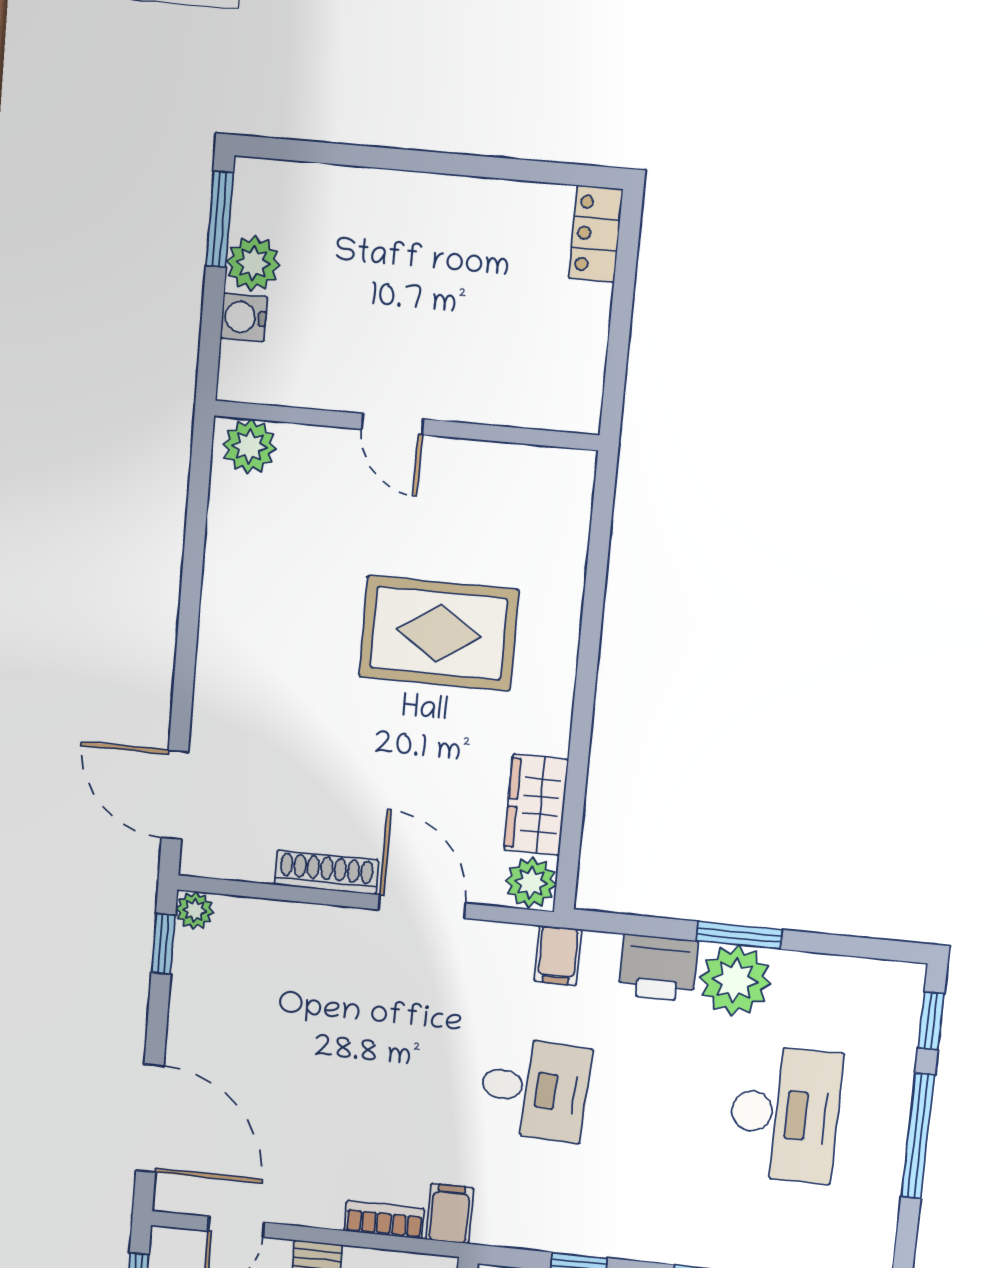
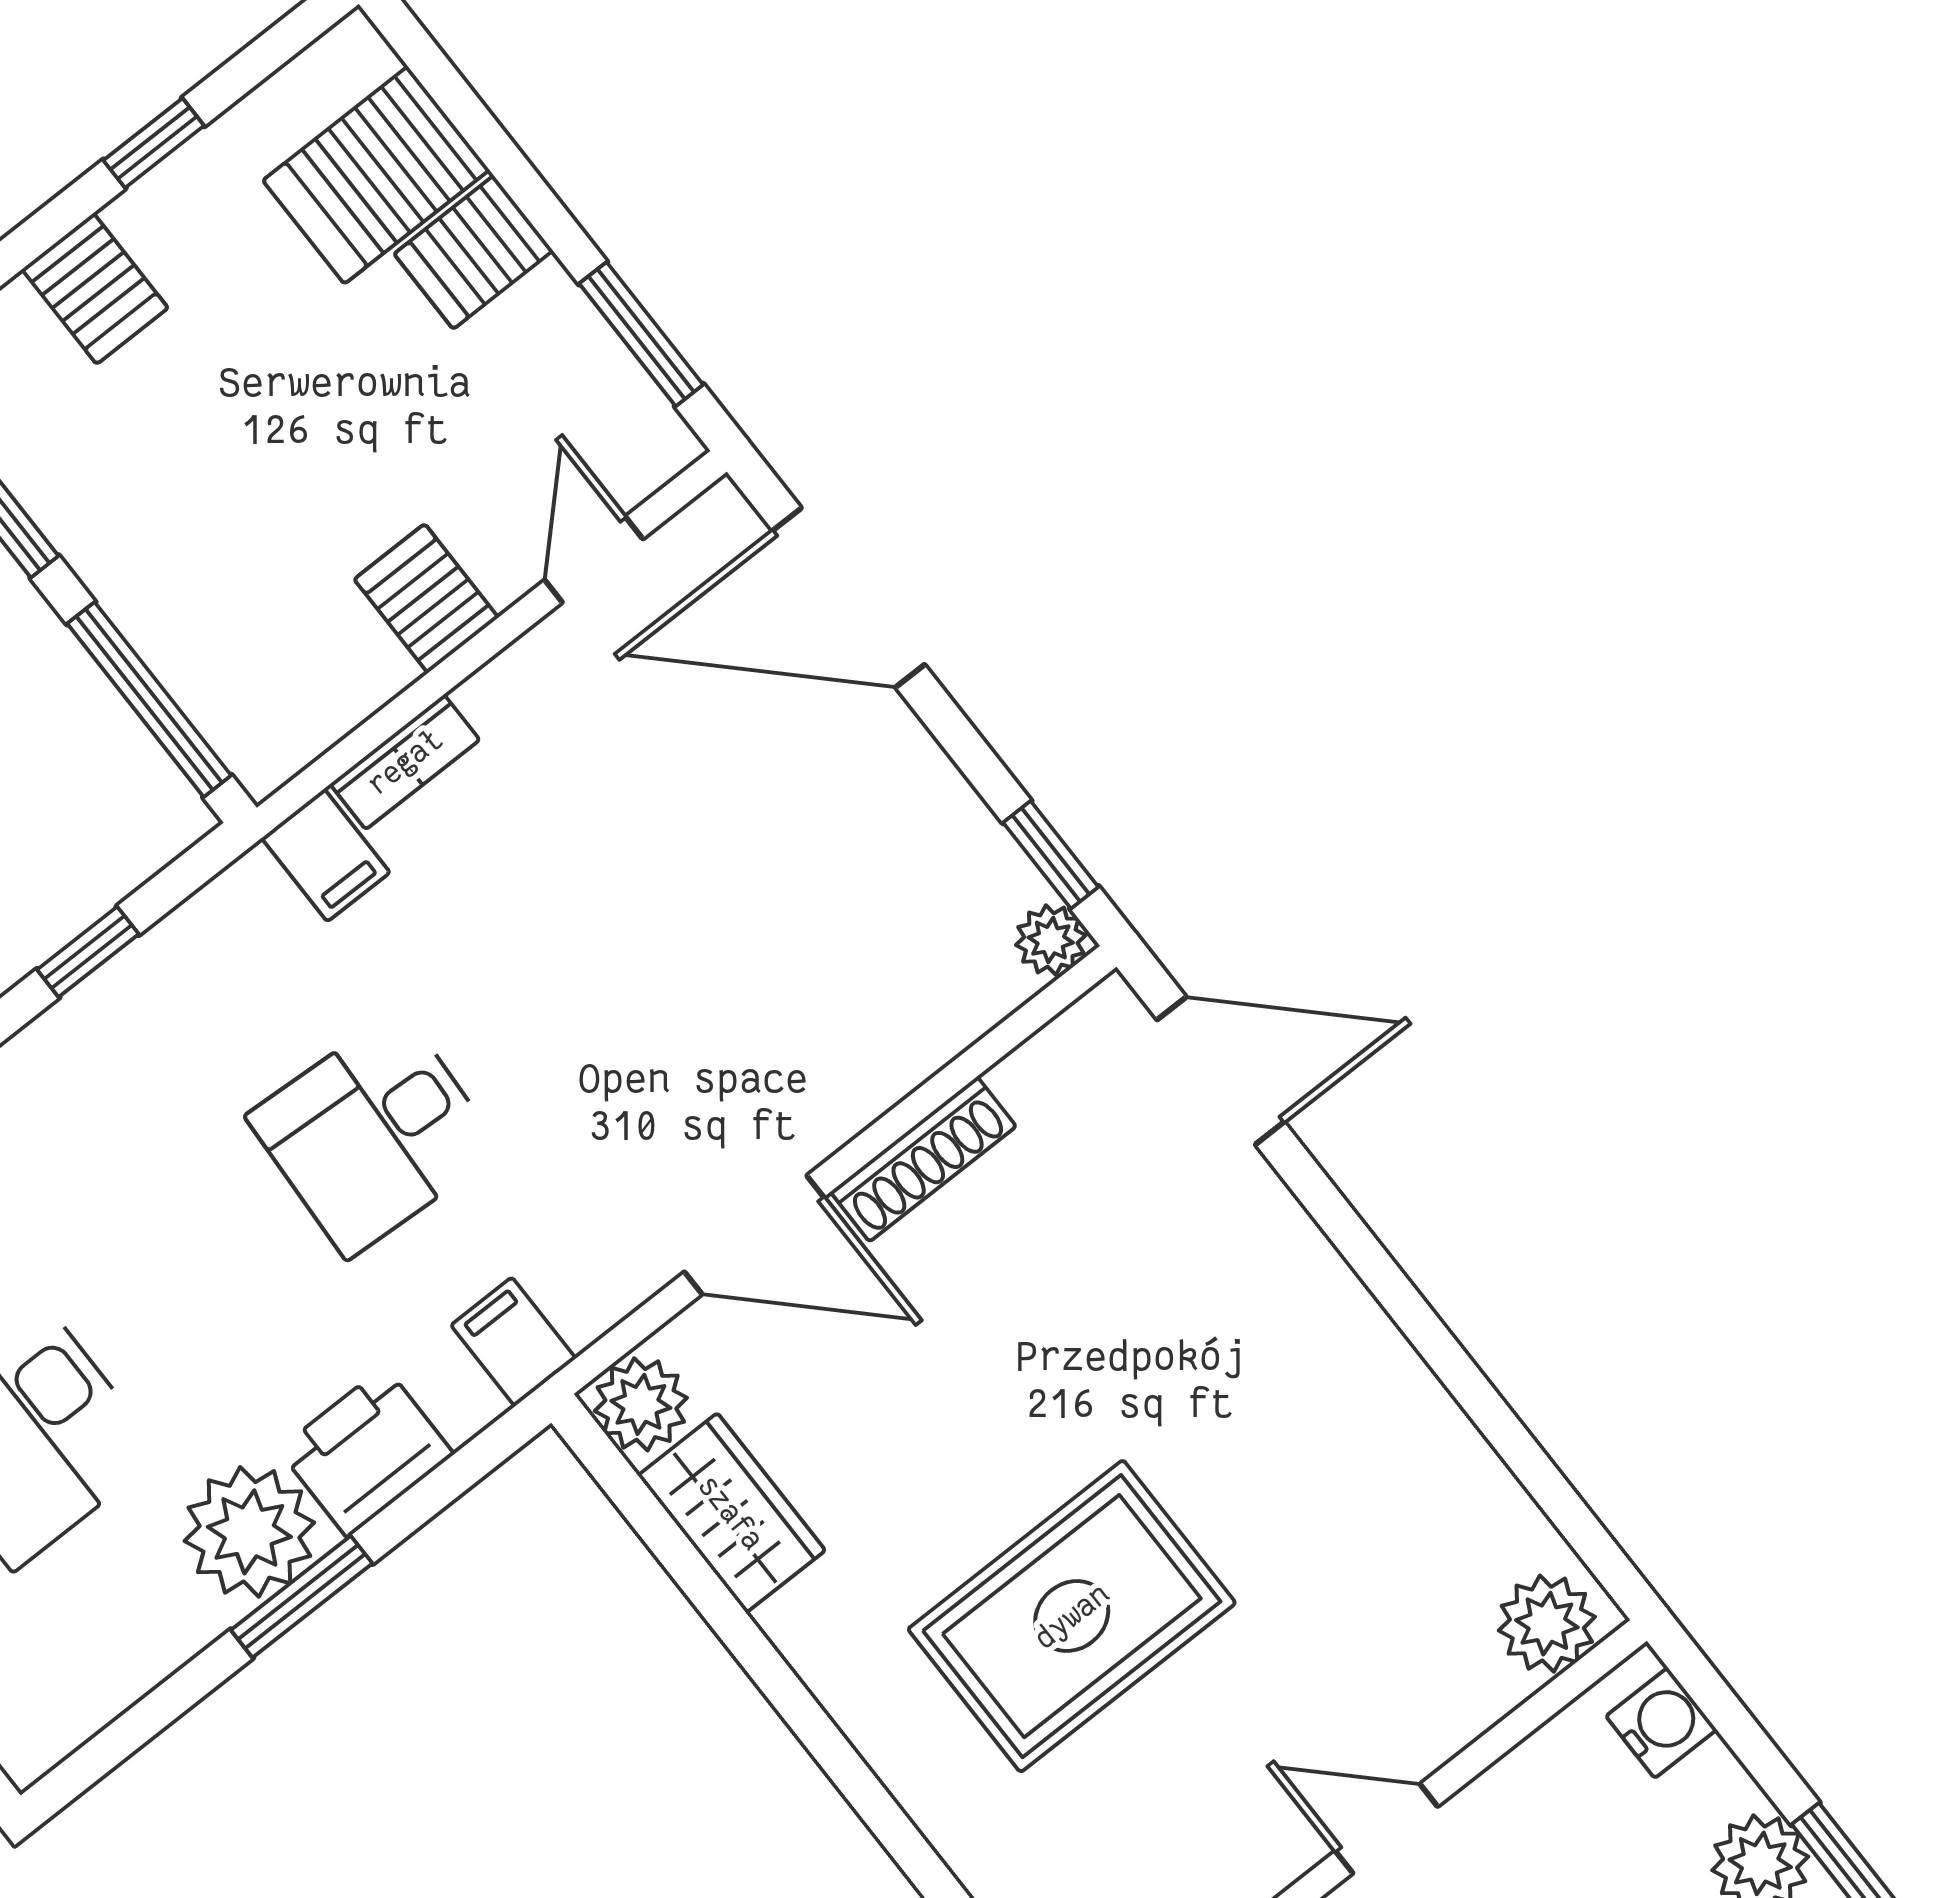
water cooler: (244, 317) -> (1661, 1723), moved

